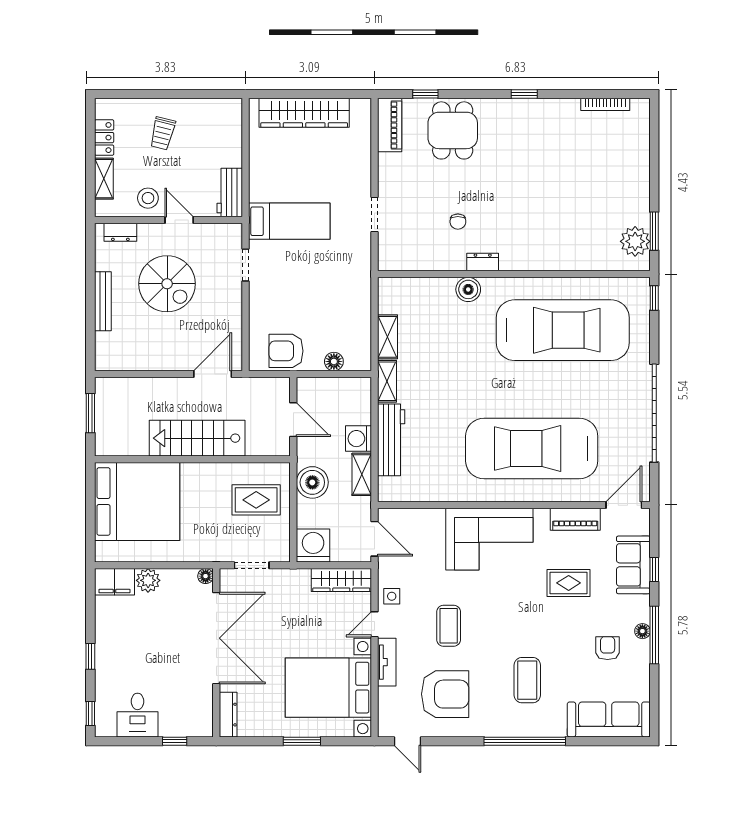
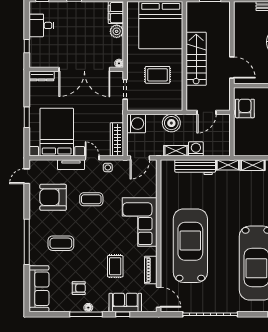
floor lamp: (334, 361) -> (239, 135), removed
rug: (256, 500) -> (158, 75), moved, turned 90
armchair: (445, 694) -> (53, 197), turned 90

